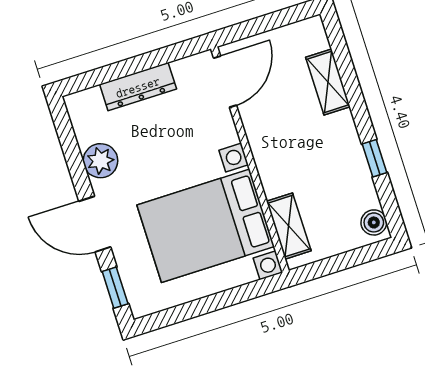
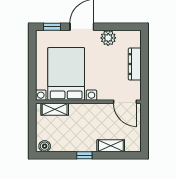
window: (375, 158) -> (84, 155), moved

